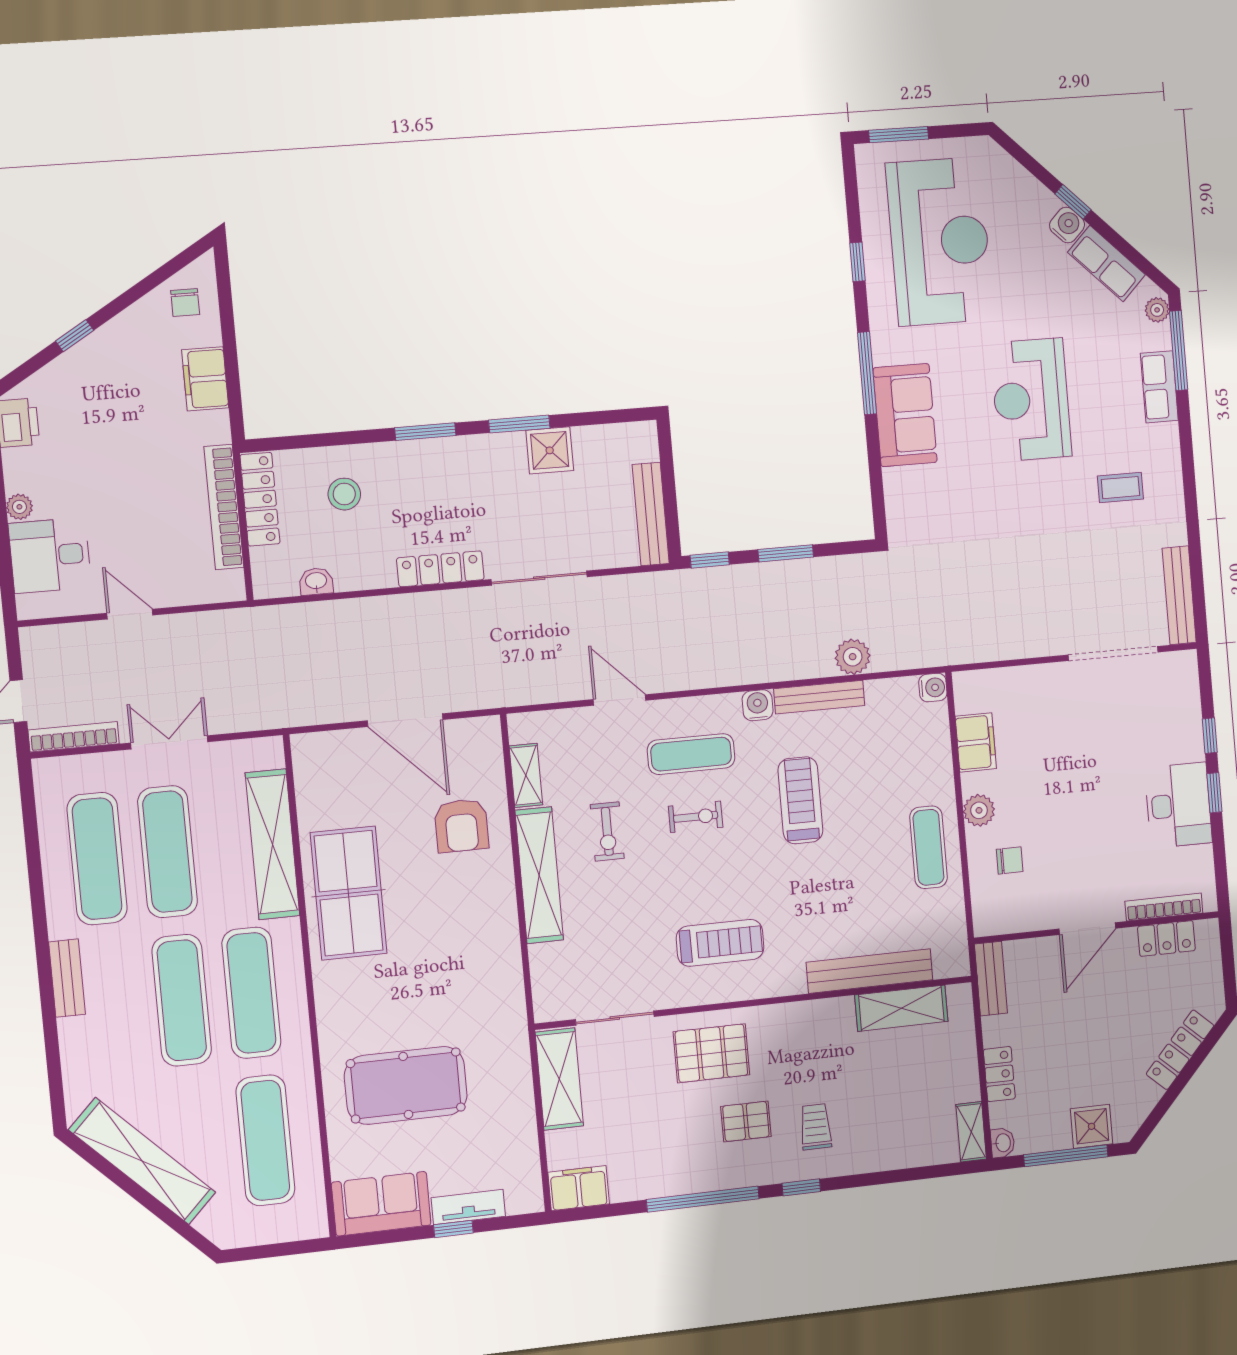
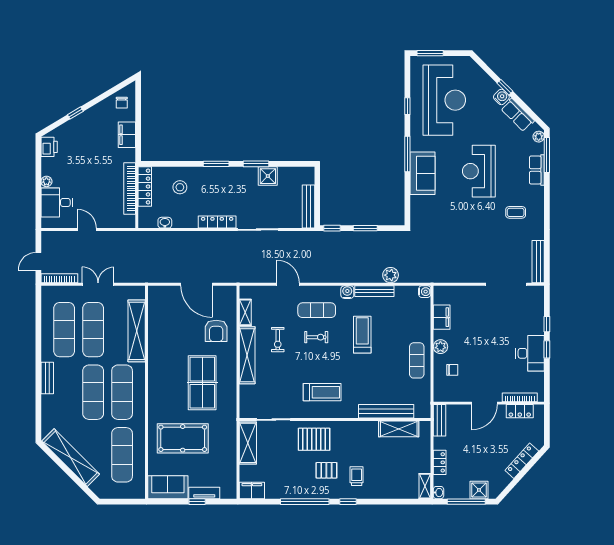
table tennis table: (349, 893) -> (202, 383), moved

